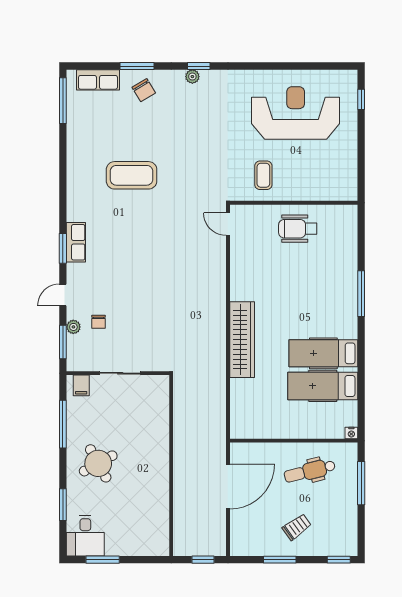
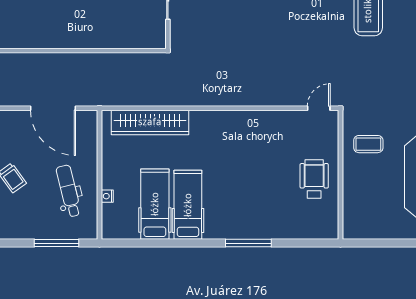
wardrobe: (242, 340) -> (150, 122), moved
nightstand: (351, 433) -> (107, 196), moved

